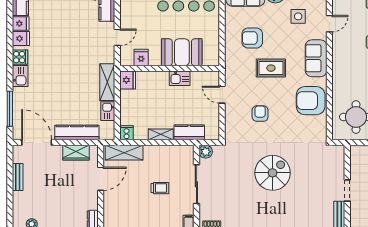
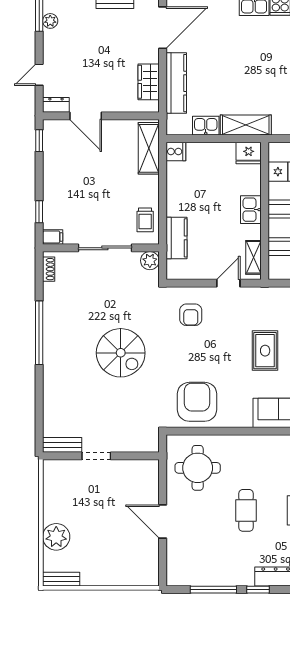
kitchen sink: (180, 78) -> (251, 210), moved
armchair: (311, 101) -> (197, 402), moved
armchair: (260, 114) -> (191, 315), moved, turned 90
shelving: (161, 134) -> (254, 257), moved
door: (101, 179) -> (86, 116), moved
trolley: (160, 188) -> (145, 220), moved

